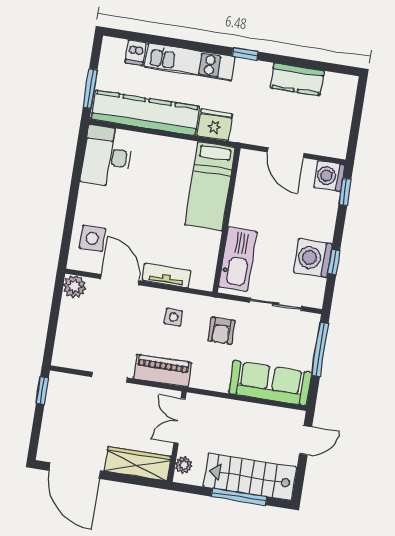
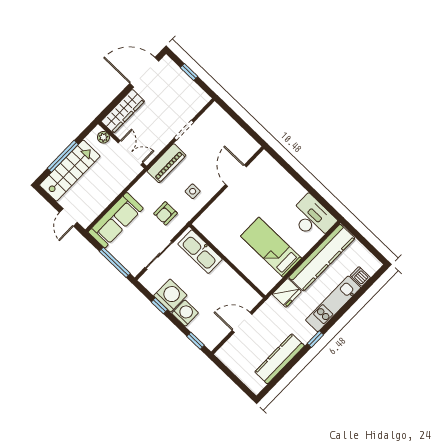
kitchen counter: (297, 79) -> (280, 359), width x1.50
window: (90, 89) -> (358, 236), removed
washing machine: (329, 176) -> (185, 313), moved
bed: (210, 186) -> (271, 247), moved
side table: (92, 238) -> (271, 176), removed
tv unit: (167, 275) -> (219, 204), removed
door: (120, 280) -> (236, 176), swing flipped
plant: (75, 287) -> (250, 147), removed
armchair: (221, 331) -> (165, 213), turned -90
window: (42, 391) -> (189, 72), moved

